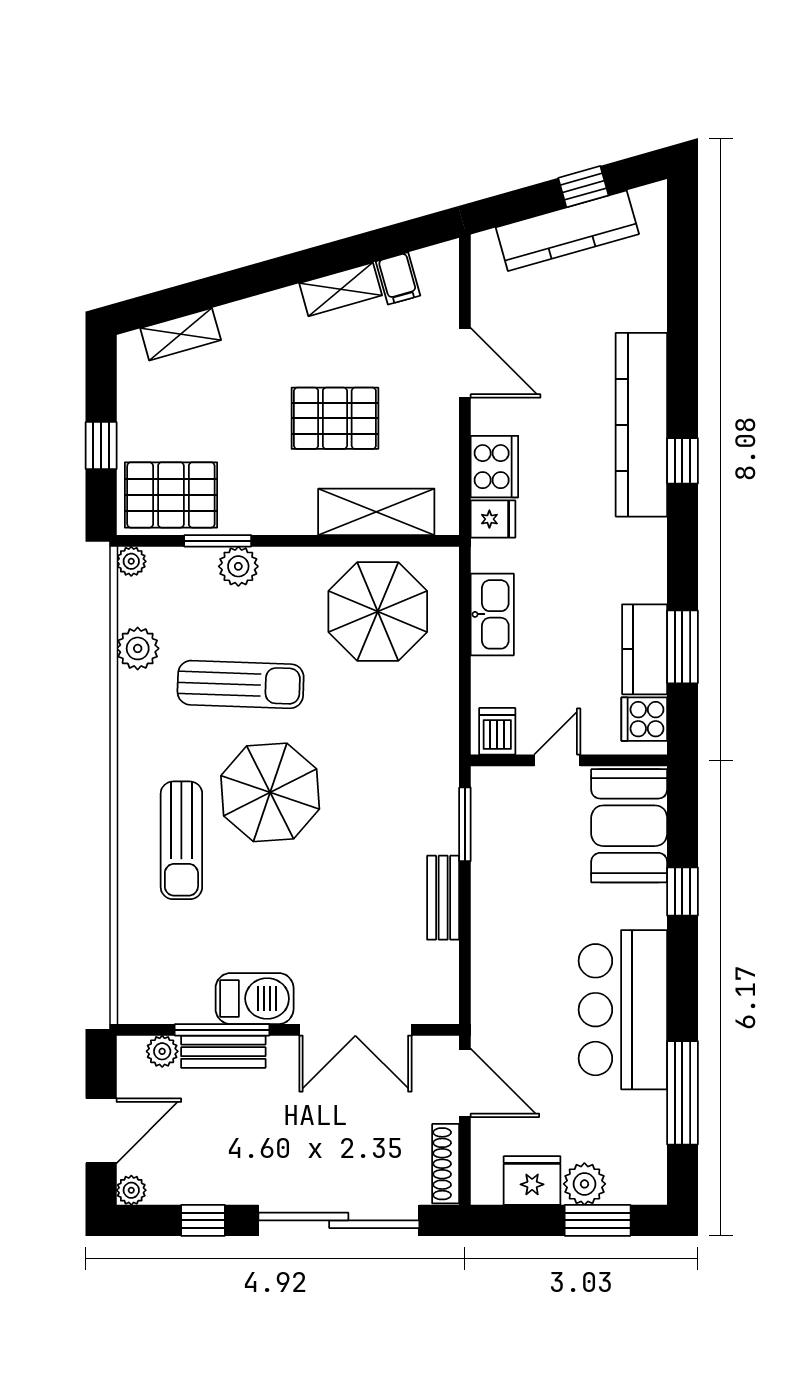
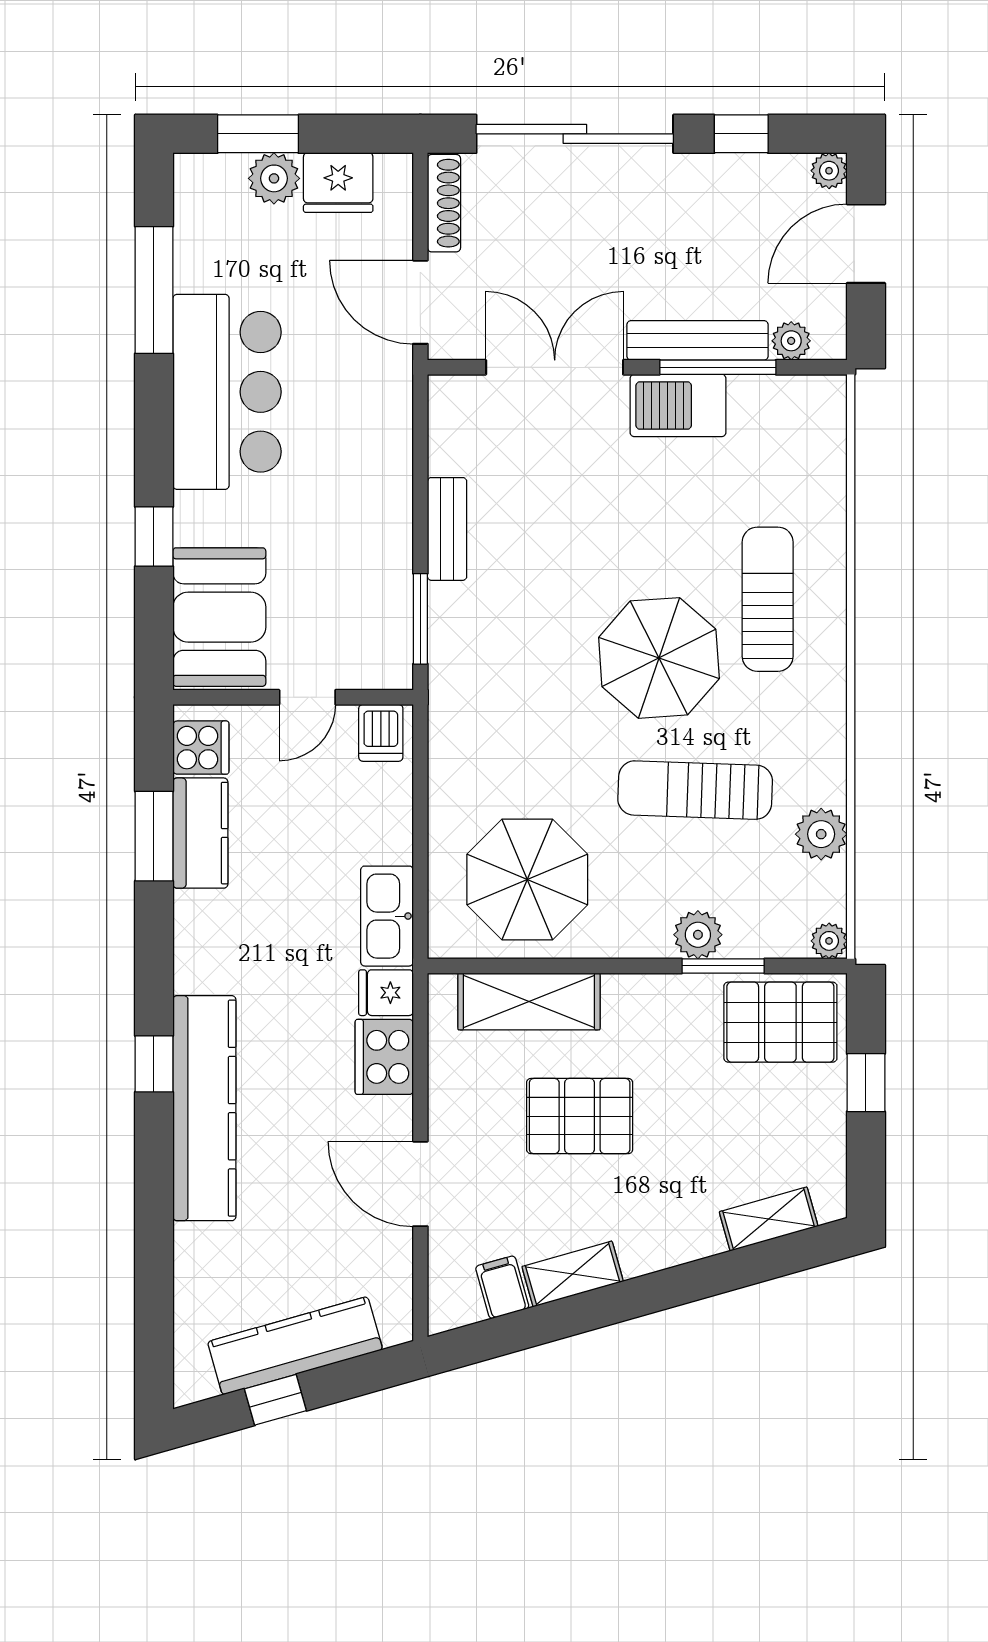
kitchen sink: (492, 614) -> (387, 916), moved
bench: (223, 1052) -> (697, 340), width x1.36

